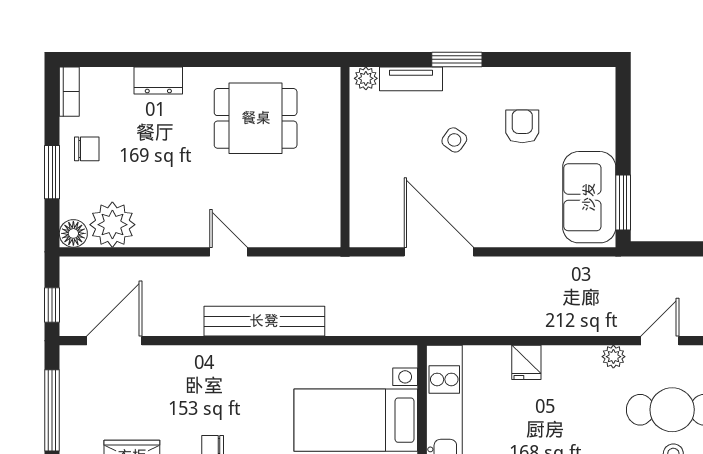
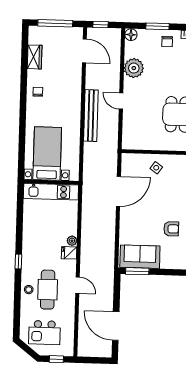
side table: (454, 140) -> (156, 168), moved
plant: (112, 225) -> (134, 68), moved
door: (228, 252) -> (121, 101), swing flipped
plant: (613, 357) -> (72, 241), moved
fridge: (526, 362) -> (69, 253), moved

